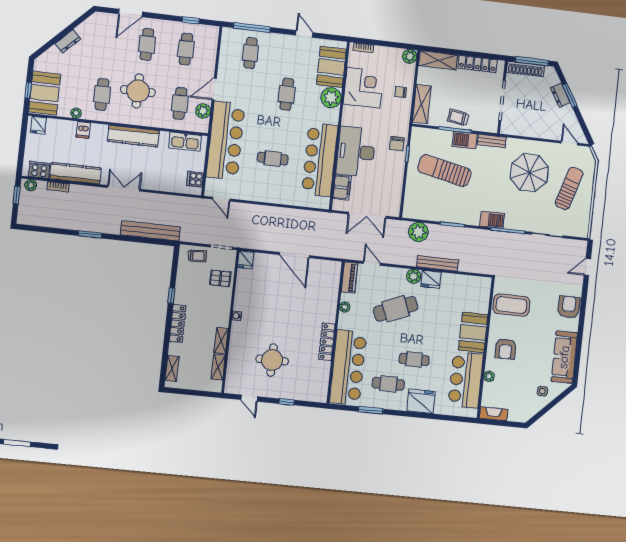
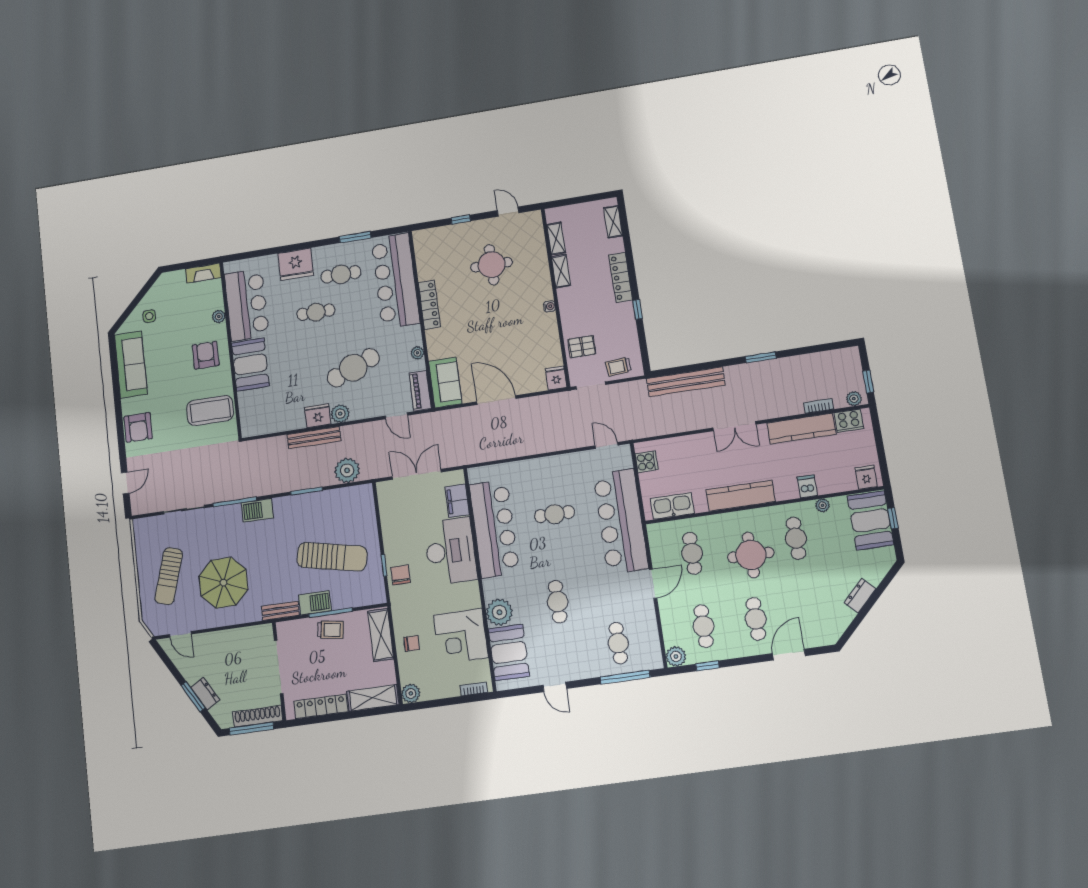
plant: (203, 111) -> (676, 656), moved
sofa: (329, 279) -> (445, 382), added

